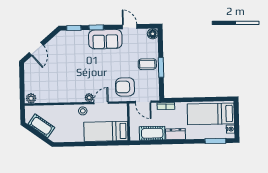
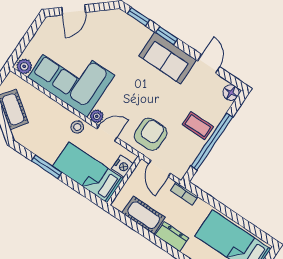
window: (161, 67) -> (212, 142), width x2.11
corner sofa: (60, 86) -> (71, 76), added
armchair: (125, 87) -> (150, 134), turned 90
nightstand: (122, 115) -> (123, 166), added
window: (81, 144) -> (47, 167), added

